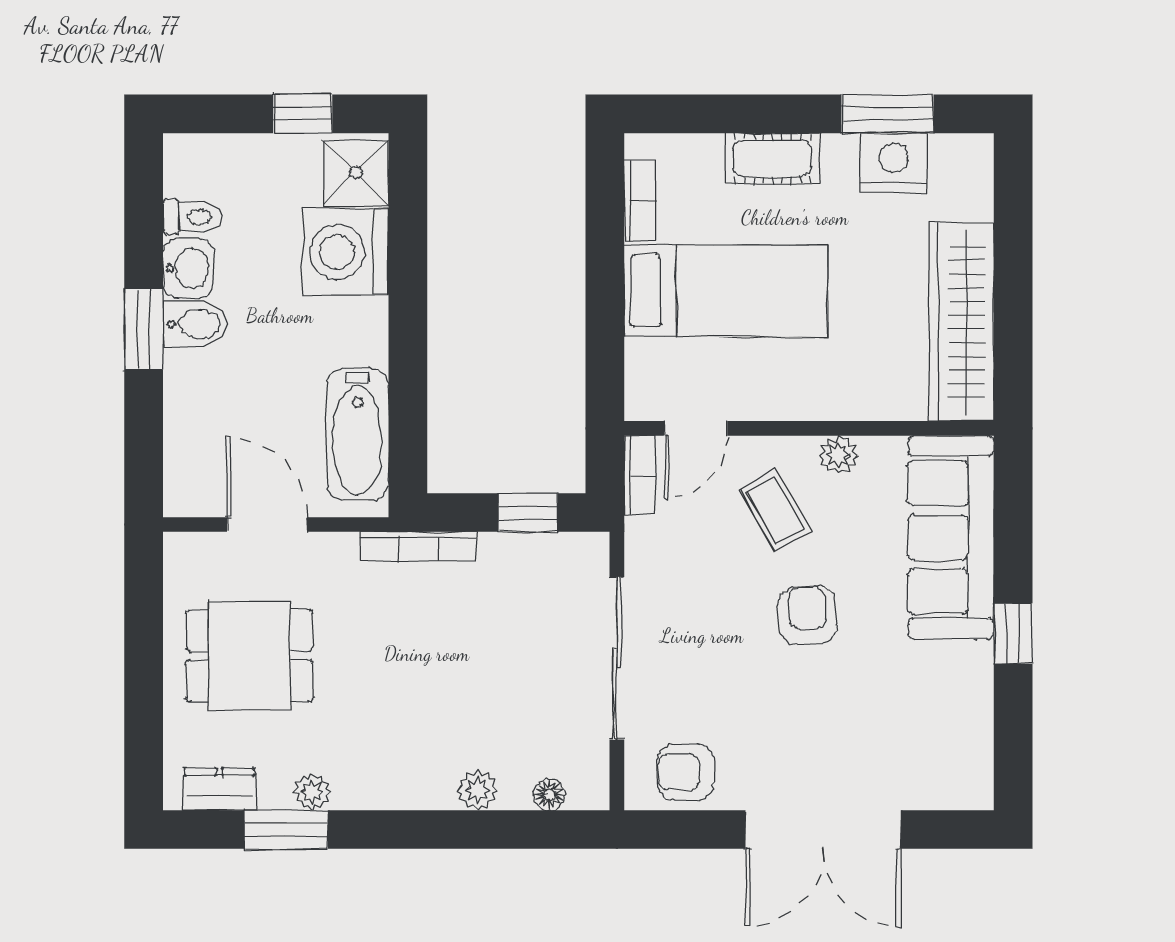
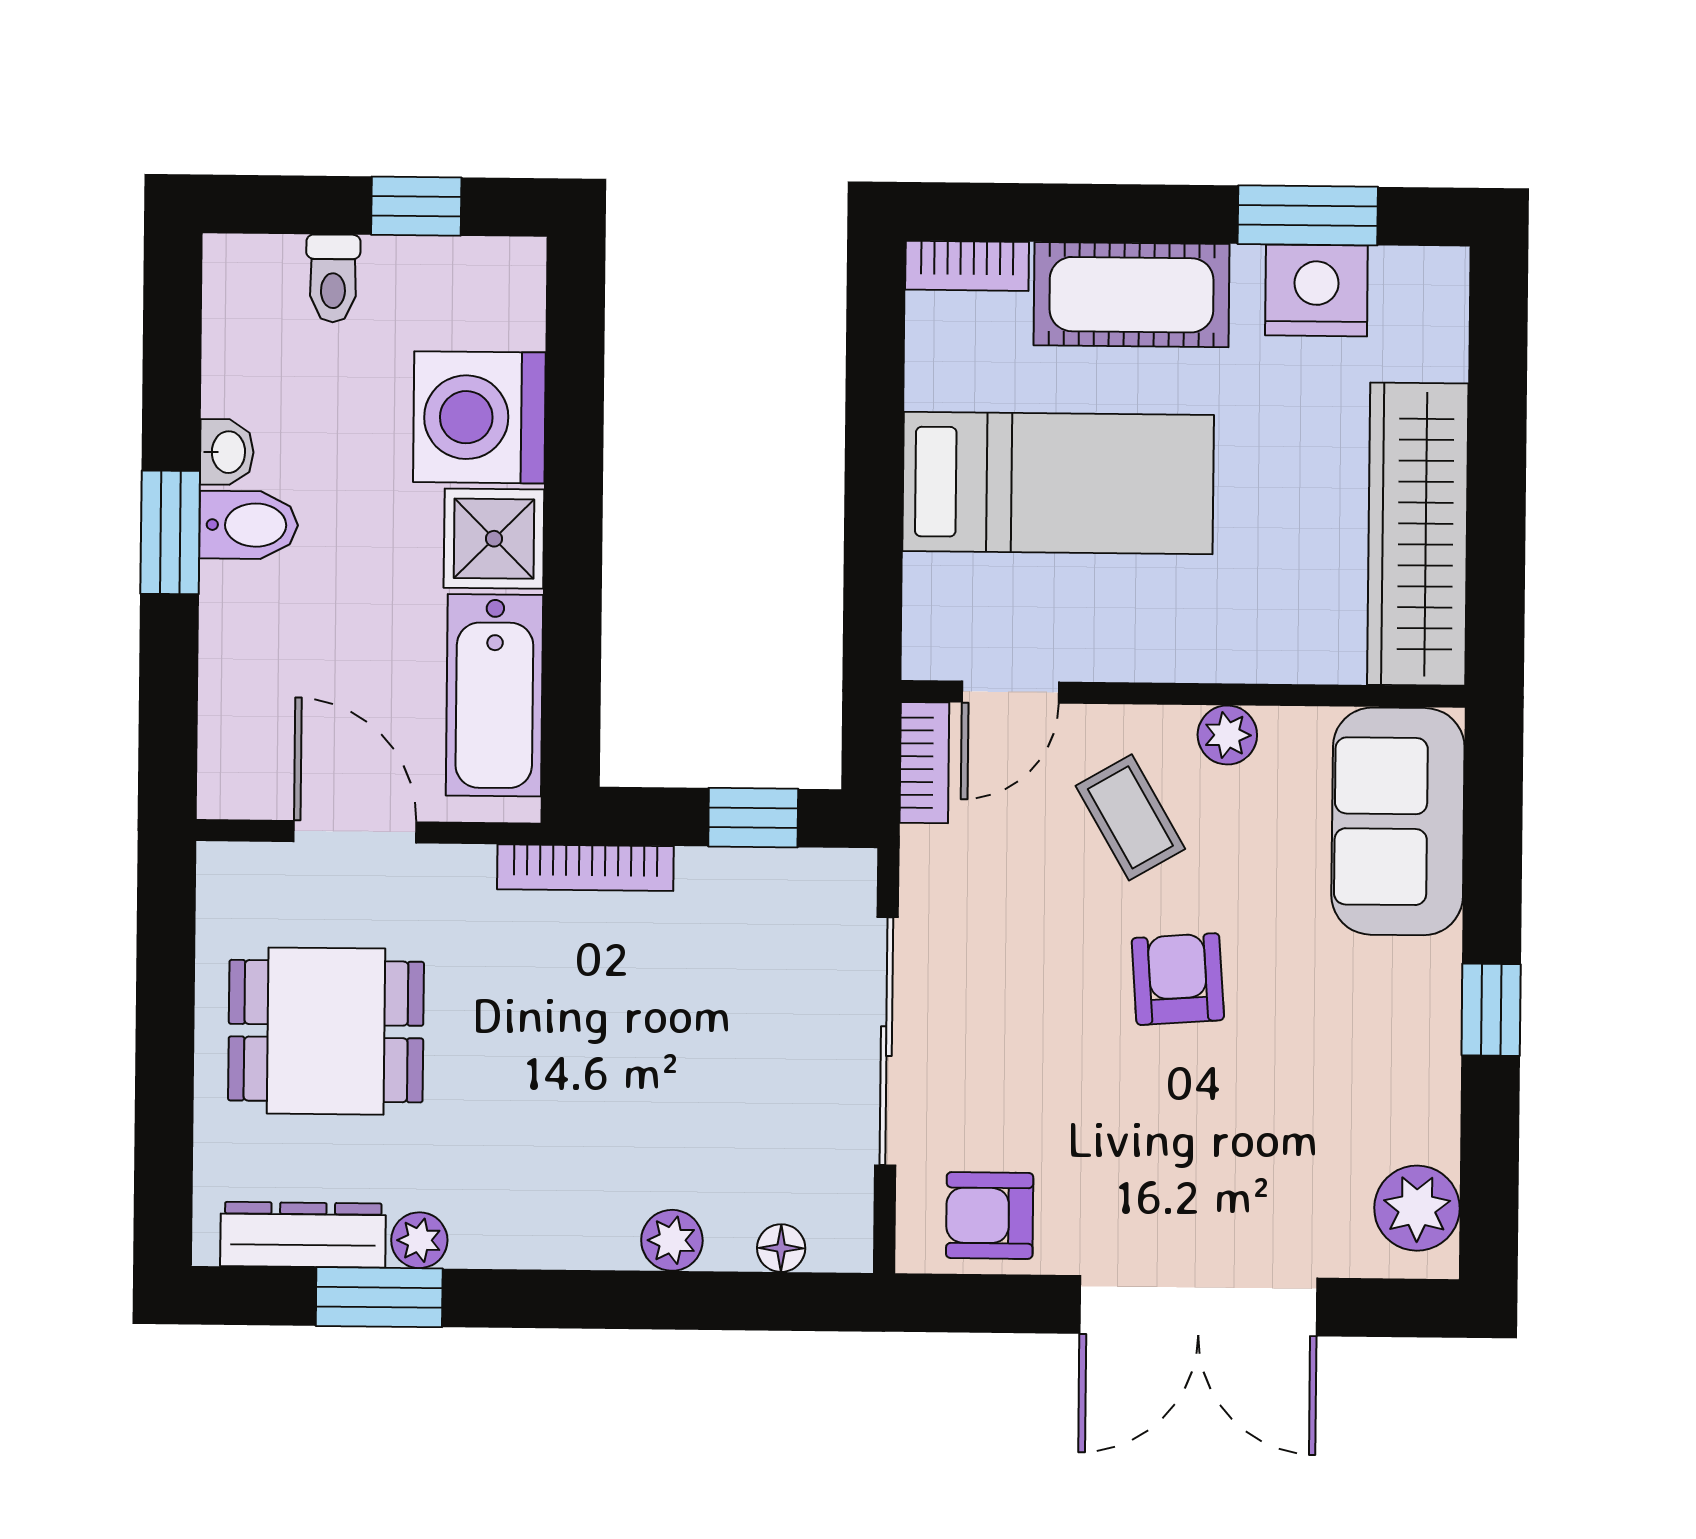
cot: (772, 158) -> (1132, 295), width x1.37, depth x1.34
shower: (356, 172) -> (494, 539), moved
bookcase: (640, 201) -> (967, 266), moved, turned 90
toilet: (192, 217) -> (333, 278), moved, turned 90
washbasin: (188, 268) -> (227, 452), width x0.72, depth x0.69
sofa: (951, 537) -> (1398, 821), width x0.73
plant: (966, 764) -> (1417, 1208), added
dresser: (219, 789) -> (303, 1235), width x1.44

